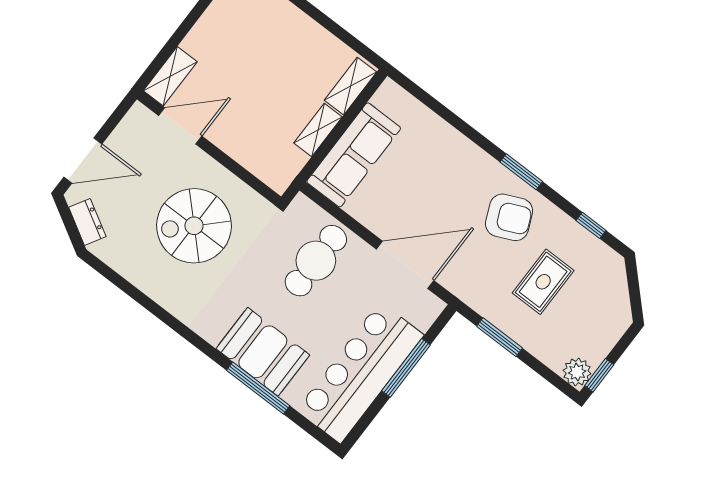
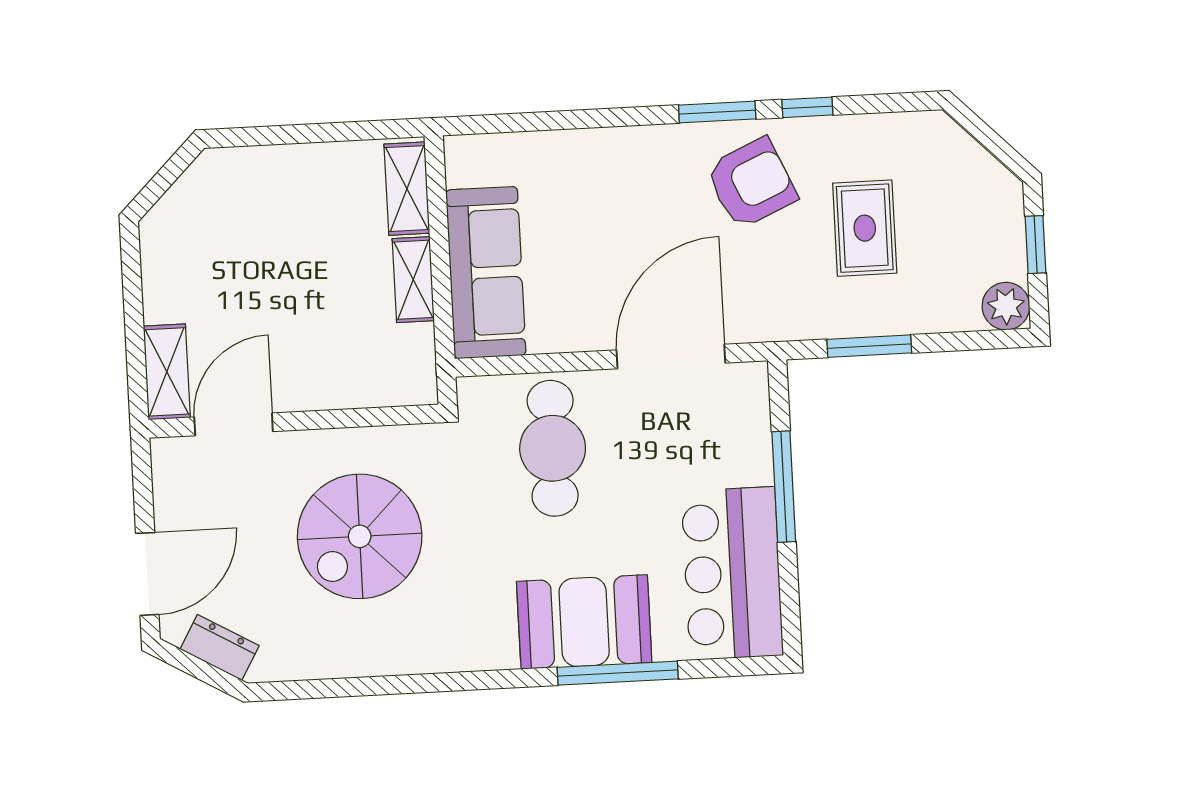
window: (591, 225) -> (807, 107), moved
bar counter: (360, 373) -> (732, 573), width x0.73
window: (599, 375) -> (1036, 245), moved

